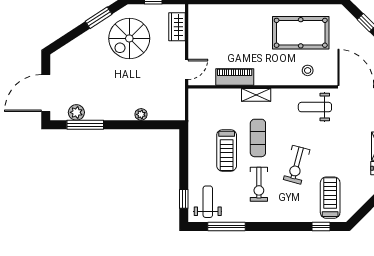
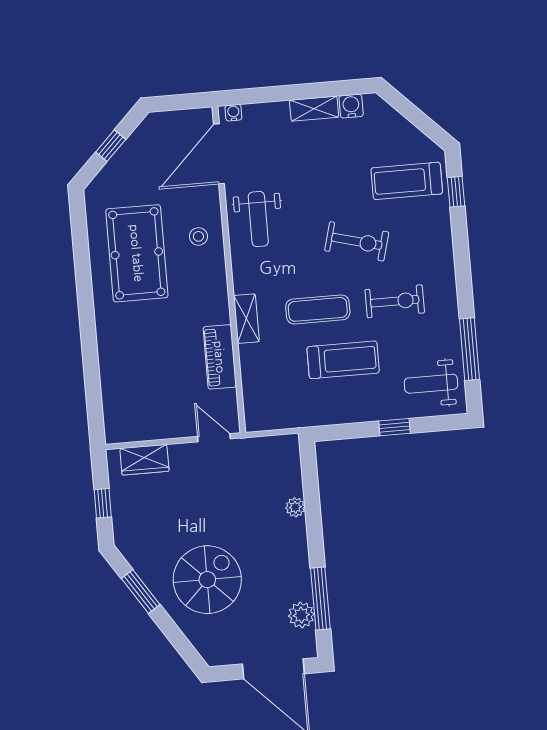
spiral stairs: (129, 38) -> (207, 580), moved, turned -90
window: (184, 199) -> (395, 427), moved

